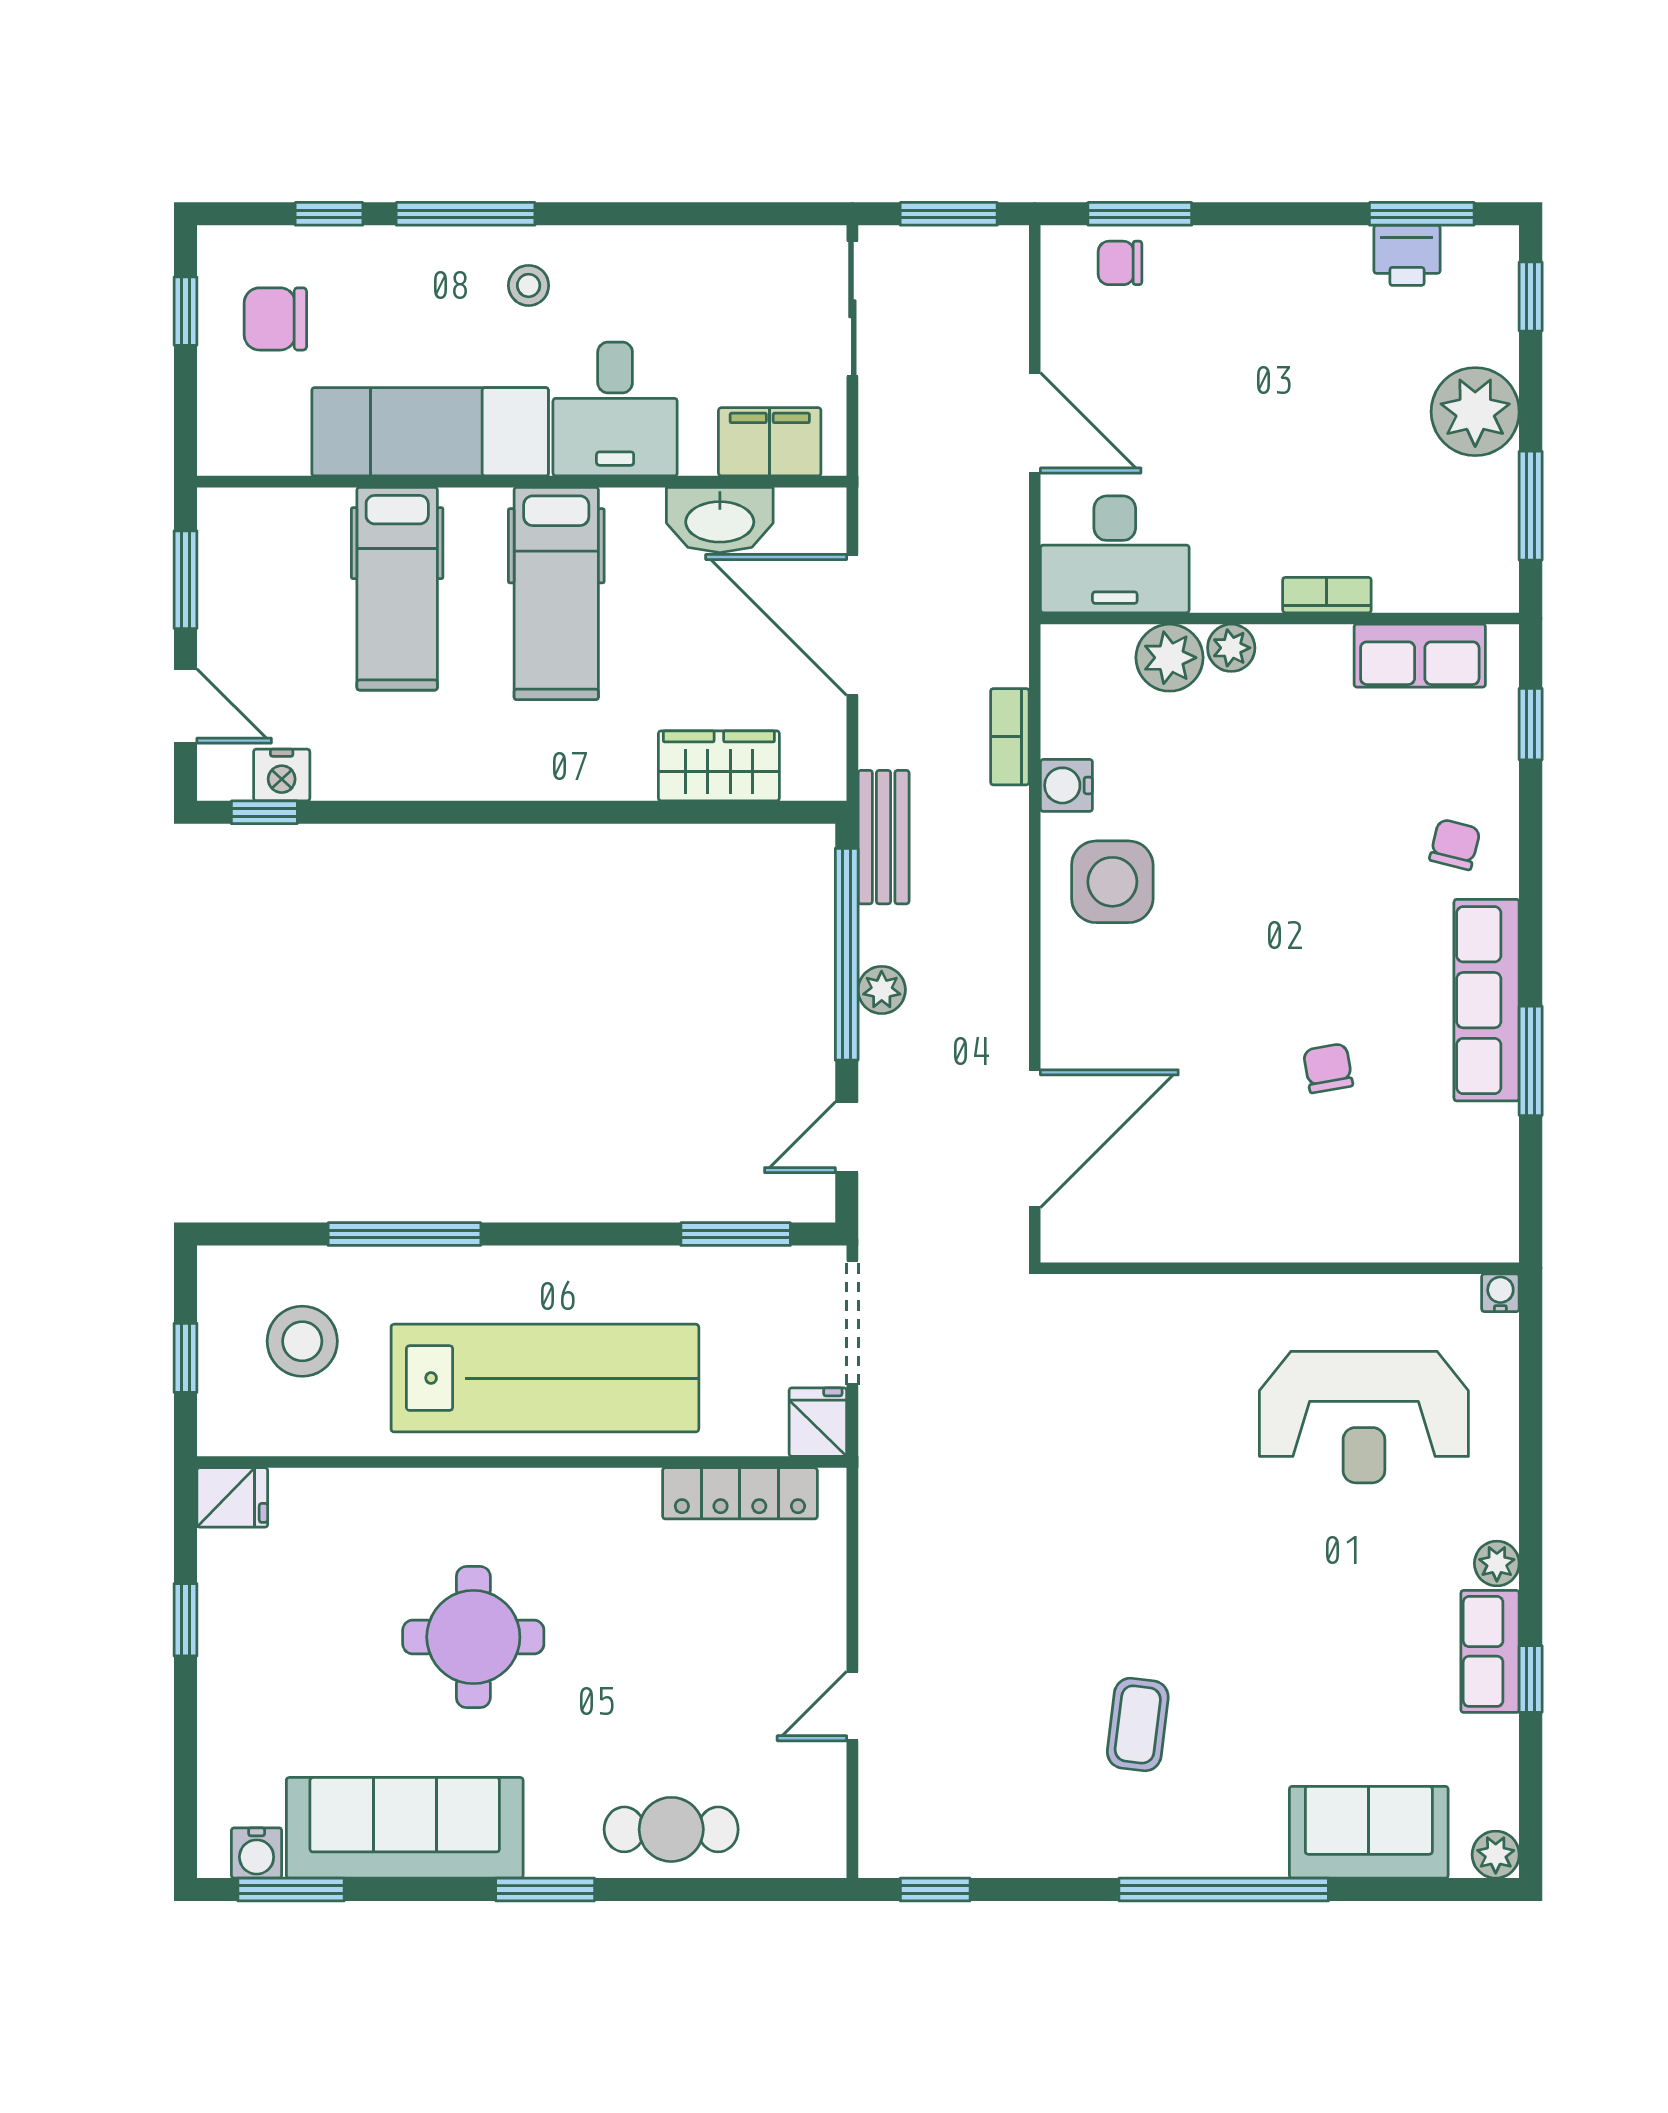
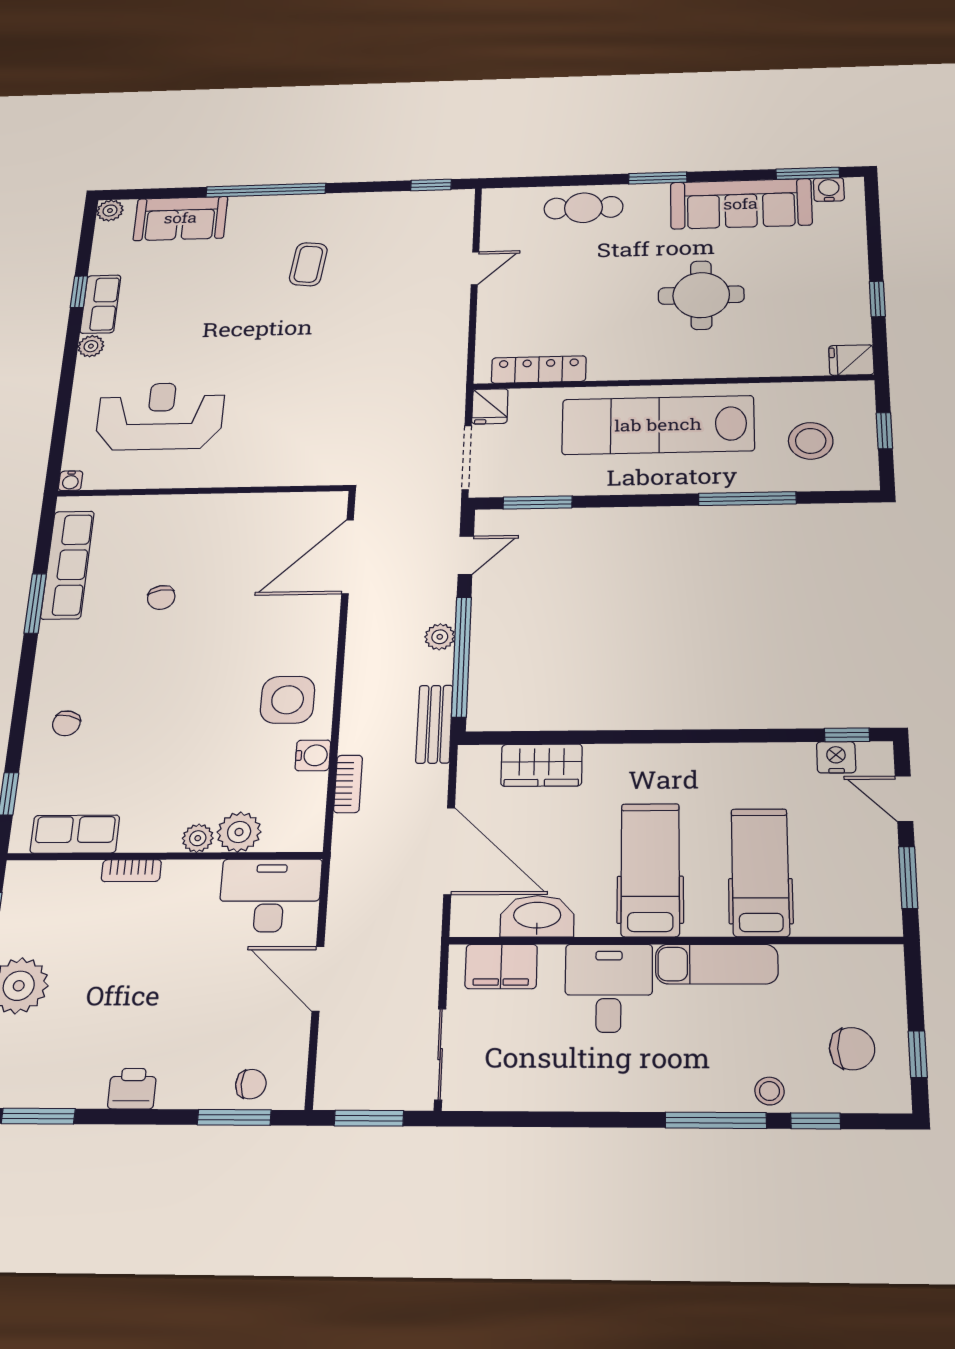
printer: (1407, 255) -> (132, 1089), moved
stool: (529, 285) -> (769, 1091), moved
exam couch: (430, 432) -> (717, 964), width x0.73, depth x0.69
row of seats: (1487, 1000) -> (68, 565), moved

